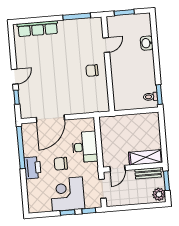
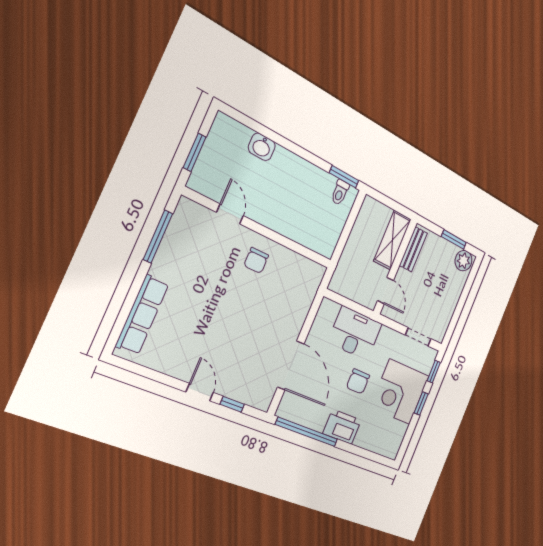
shelving: (146, 157) -> (392, 240), moved
wall: (133, 167) -> (395, 267), moved
door: (117, 169) -> (386, 291), moved
bench: (148, 173) -> (413, 249), moved

